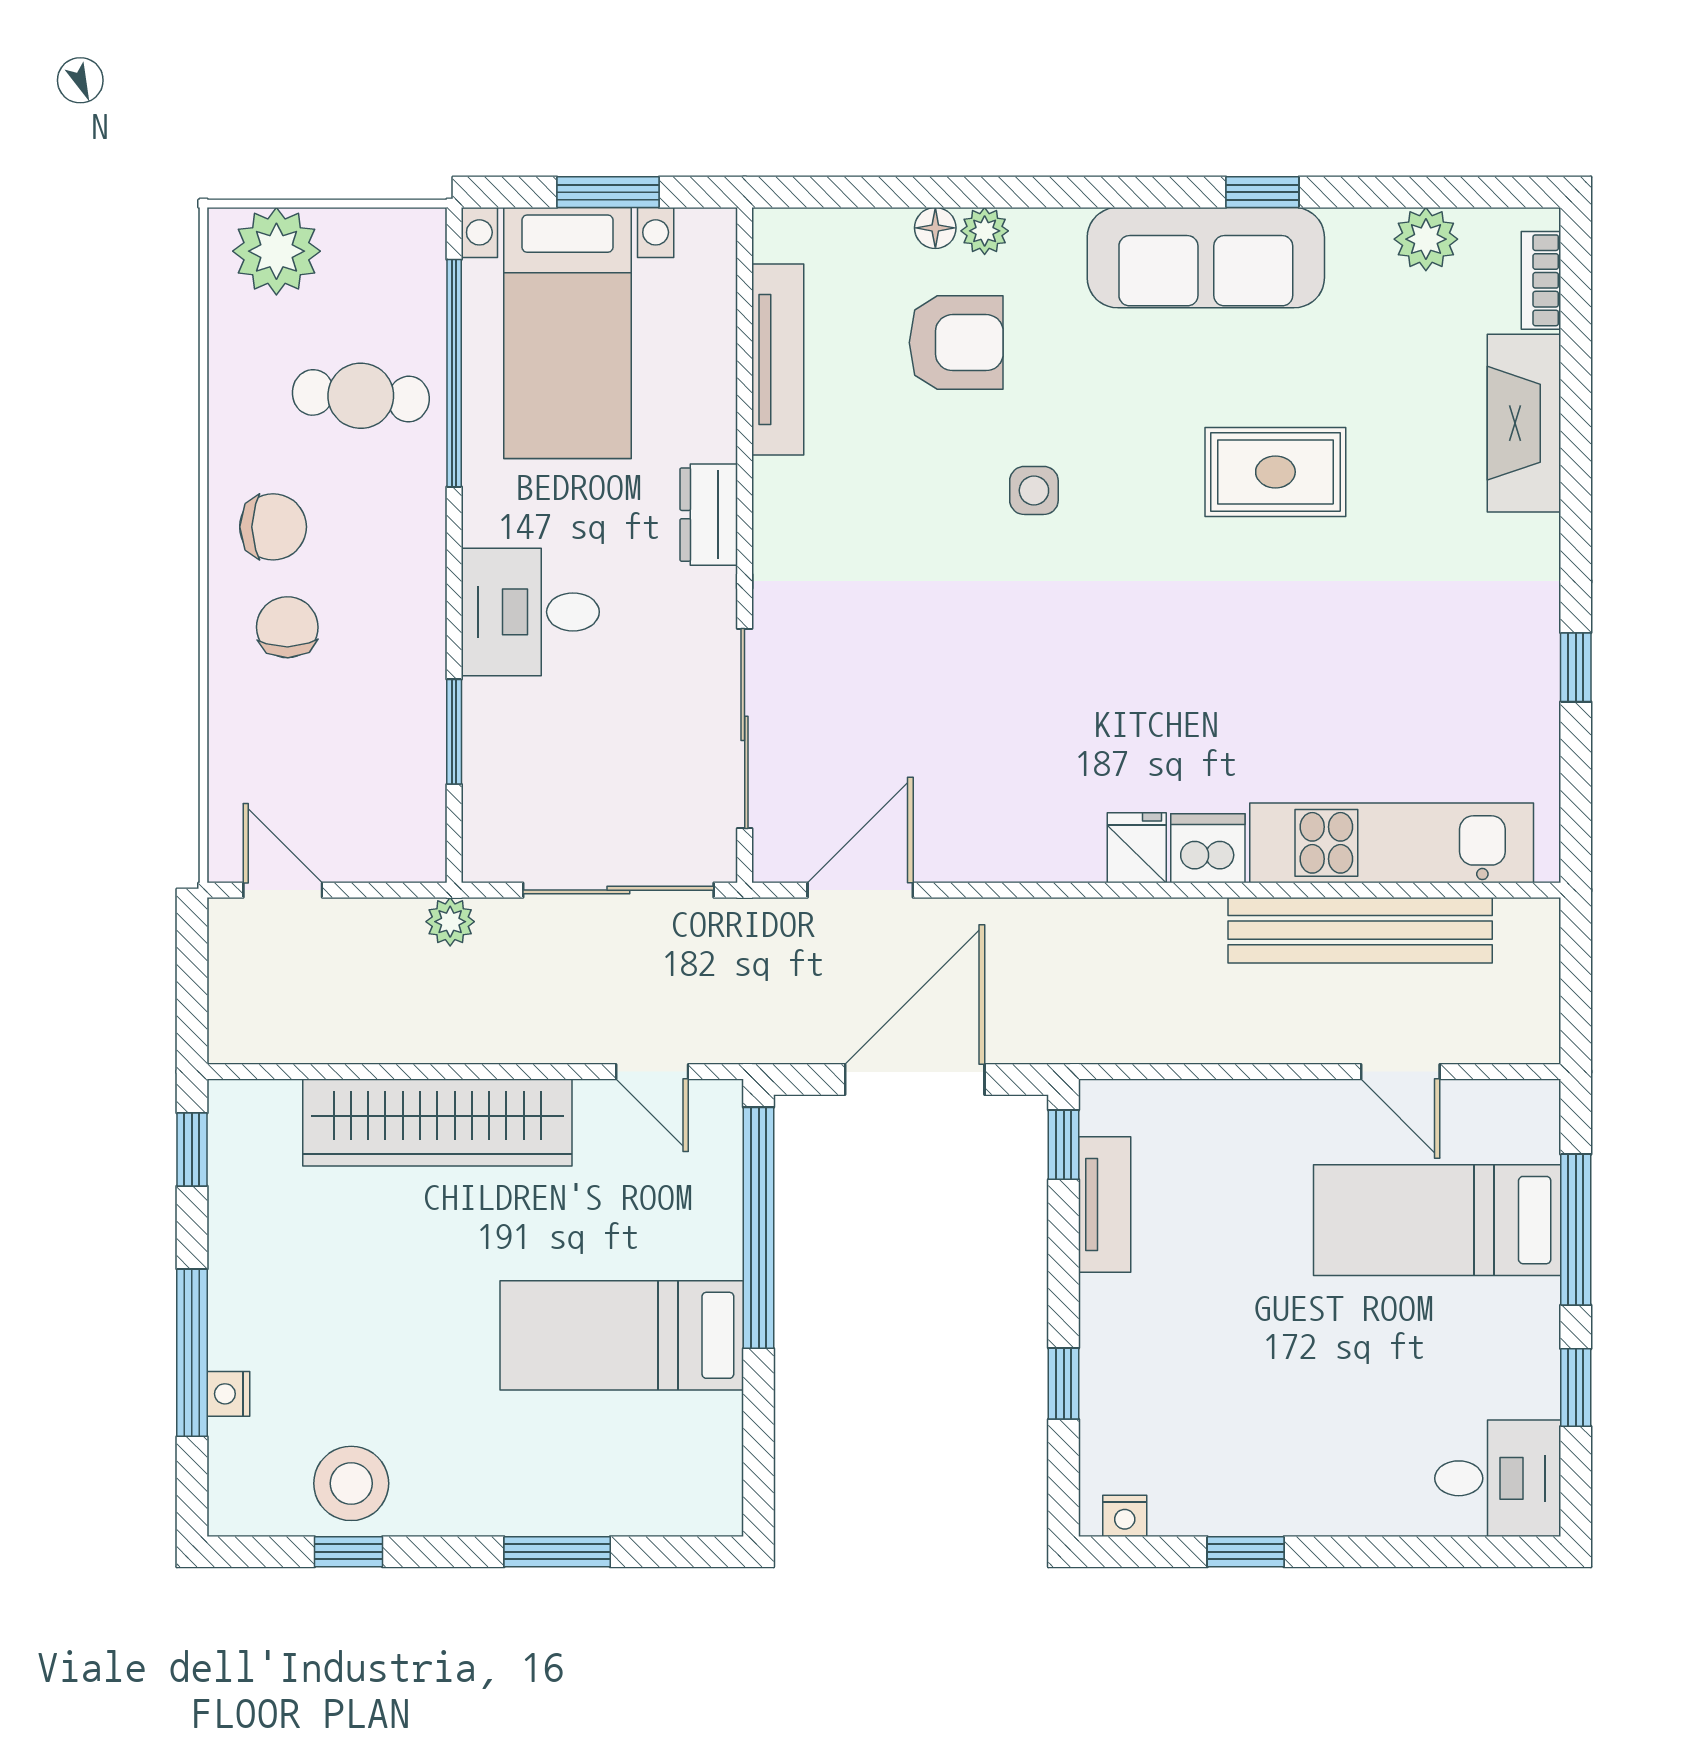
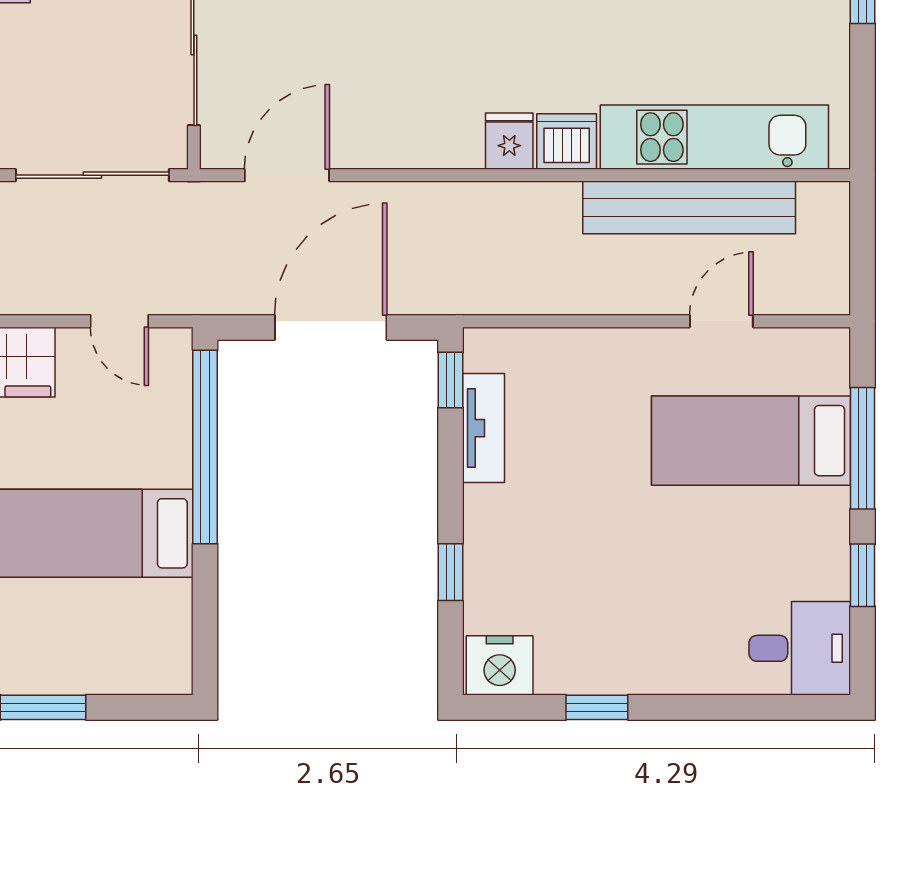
door: (1400, 1072) -> (721, 321), swing flipped
nightstand: (1125, 1516) -> (500, 665), width x1.89, depth x1.79

